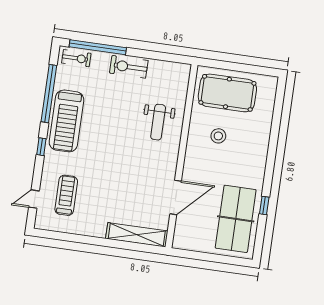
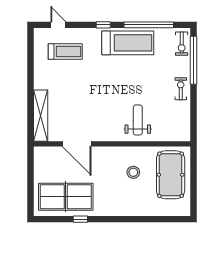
exercise bike: (129, 67) -> (181, 89), width x0.73, depth x0.72
treadmill: (66, 121) -> (128, 43), turned 180
weight bench: (158, 122) -> (138, 120), turned 90

